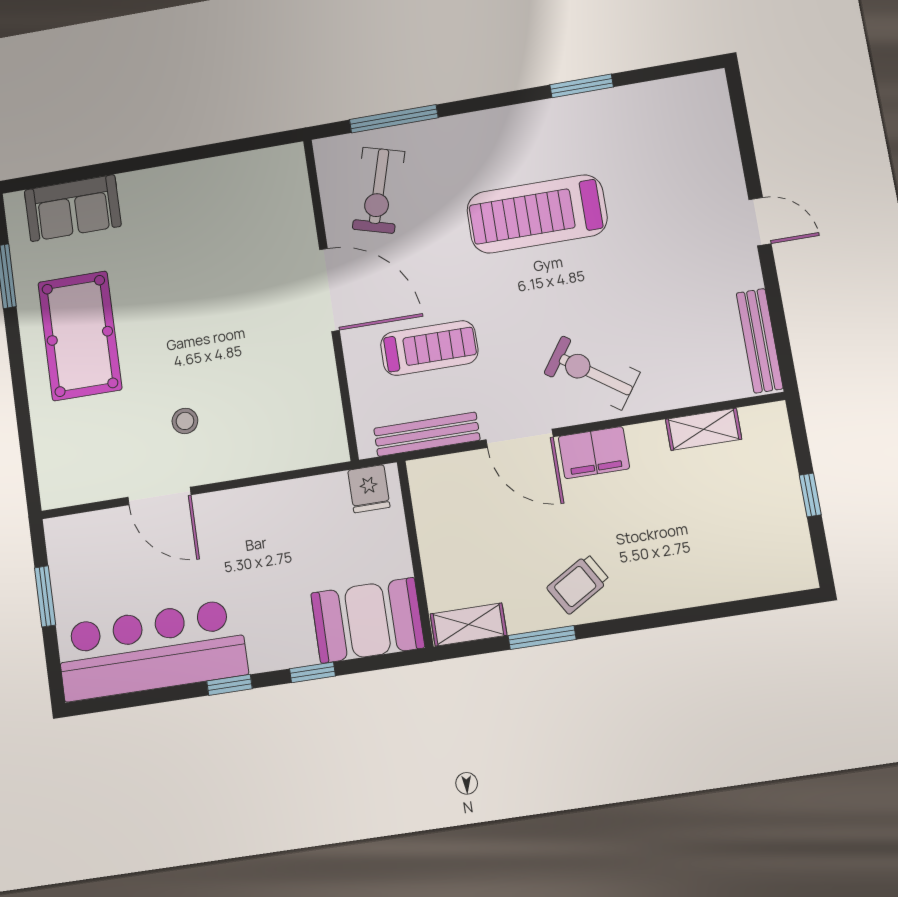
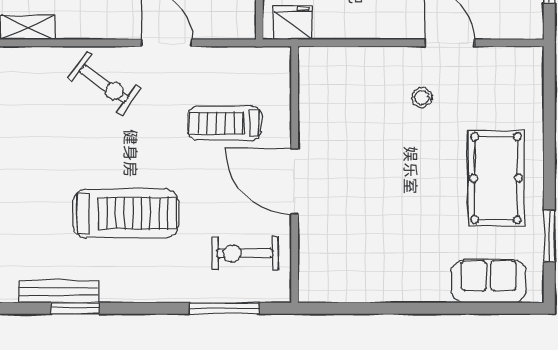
exercise bike: (379, 190) -> (245, 253), turned -106
bench: (427, 434) -> (59, 292), moved
filing cabinet: (594, 453) -> (113, 23), removed
fridge: (369, 489) -> (292, 23), width x1.38

